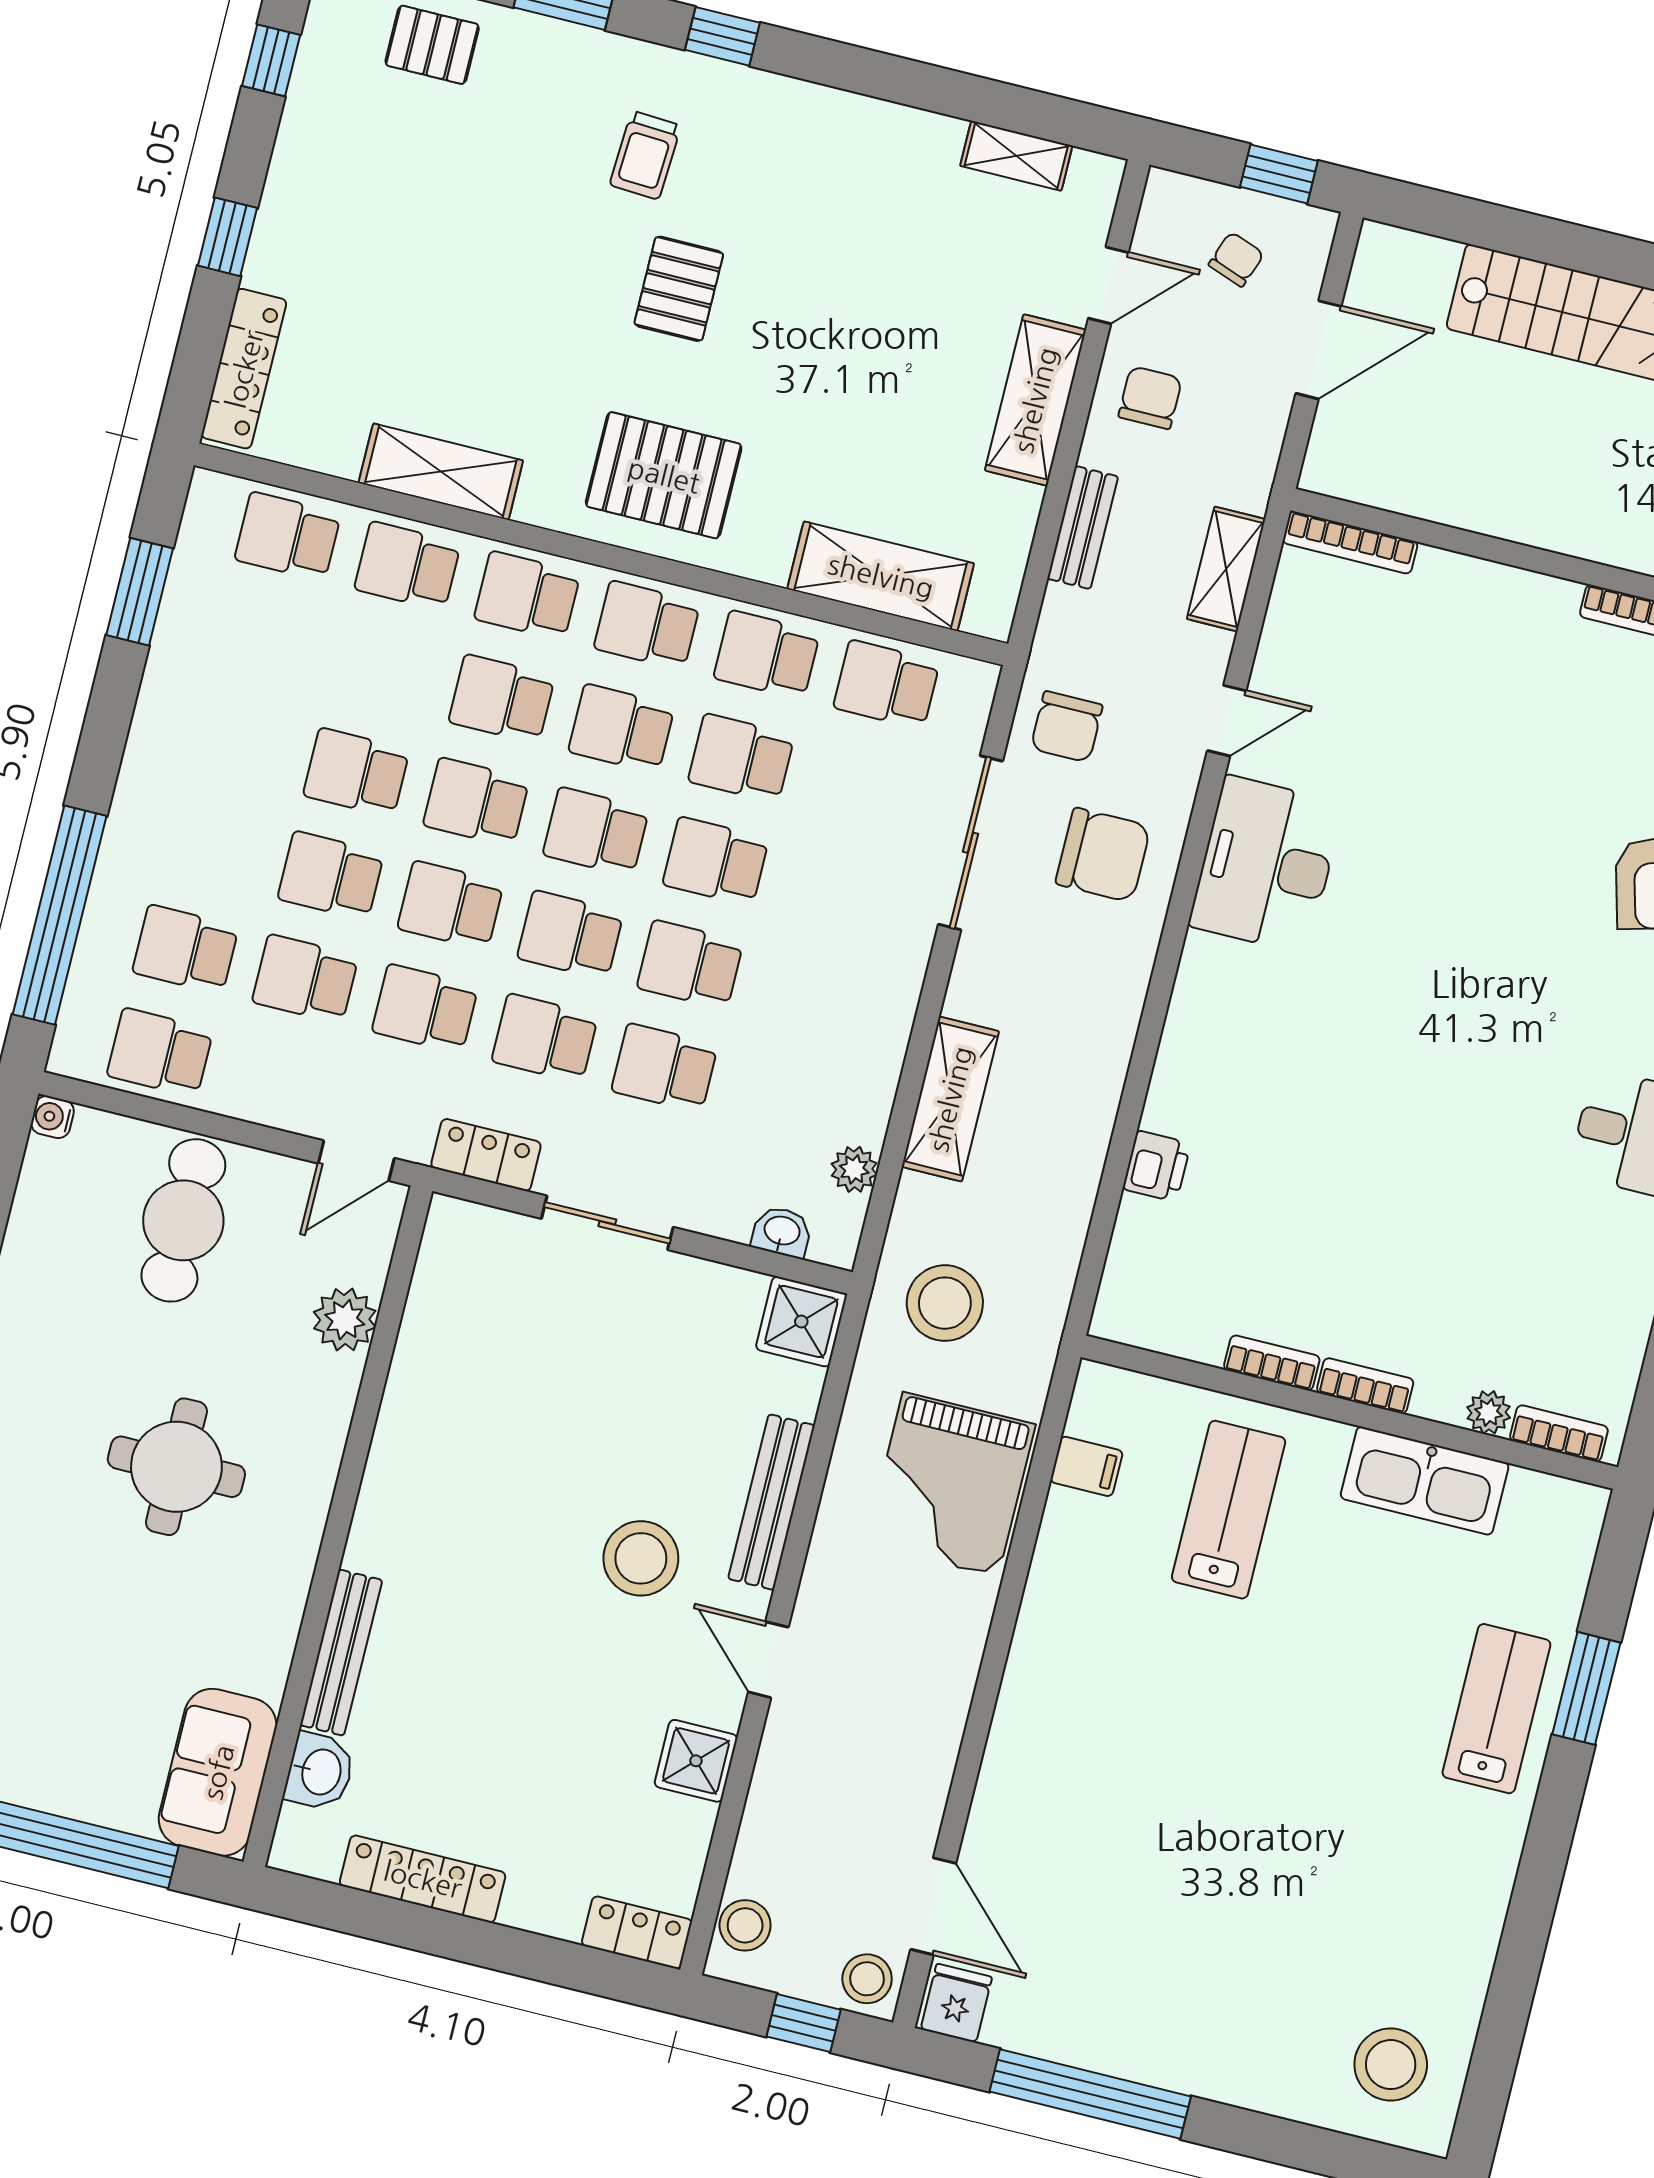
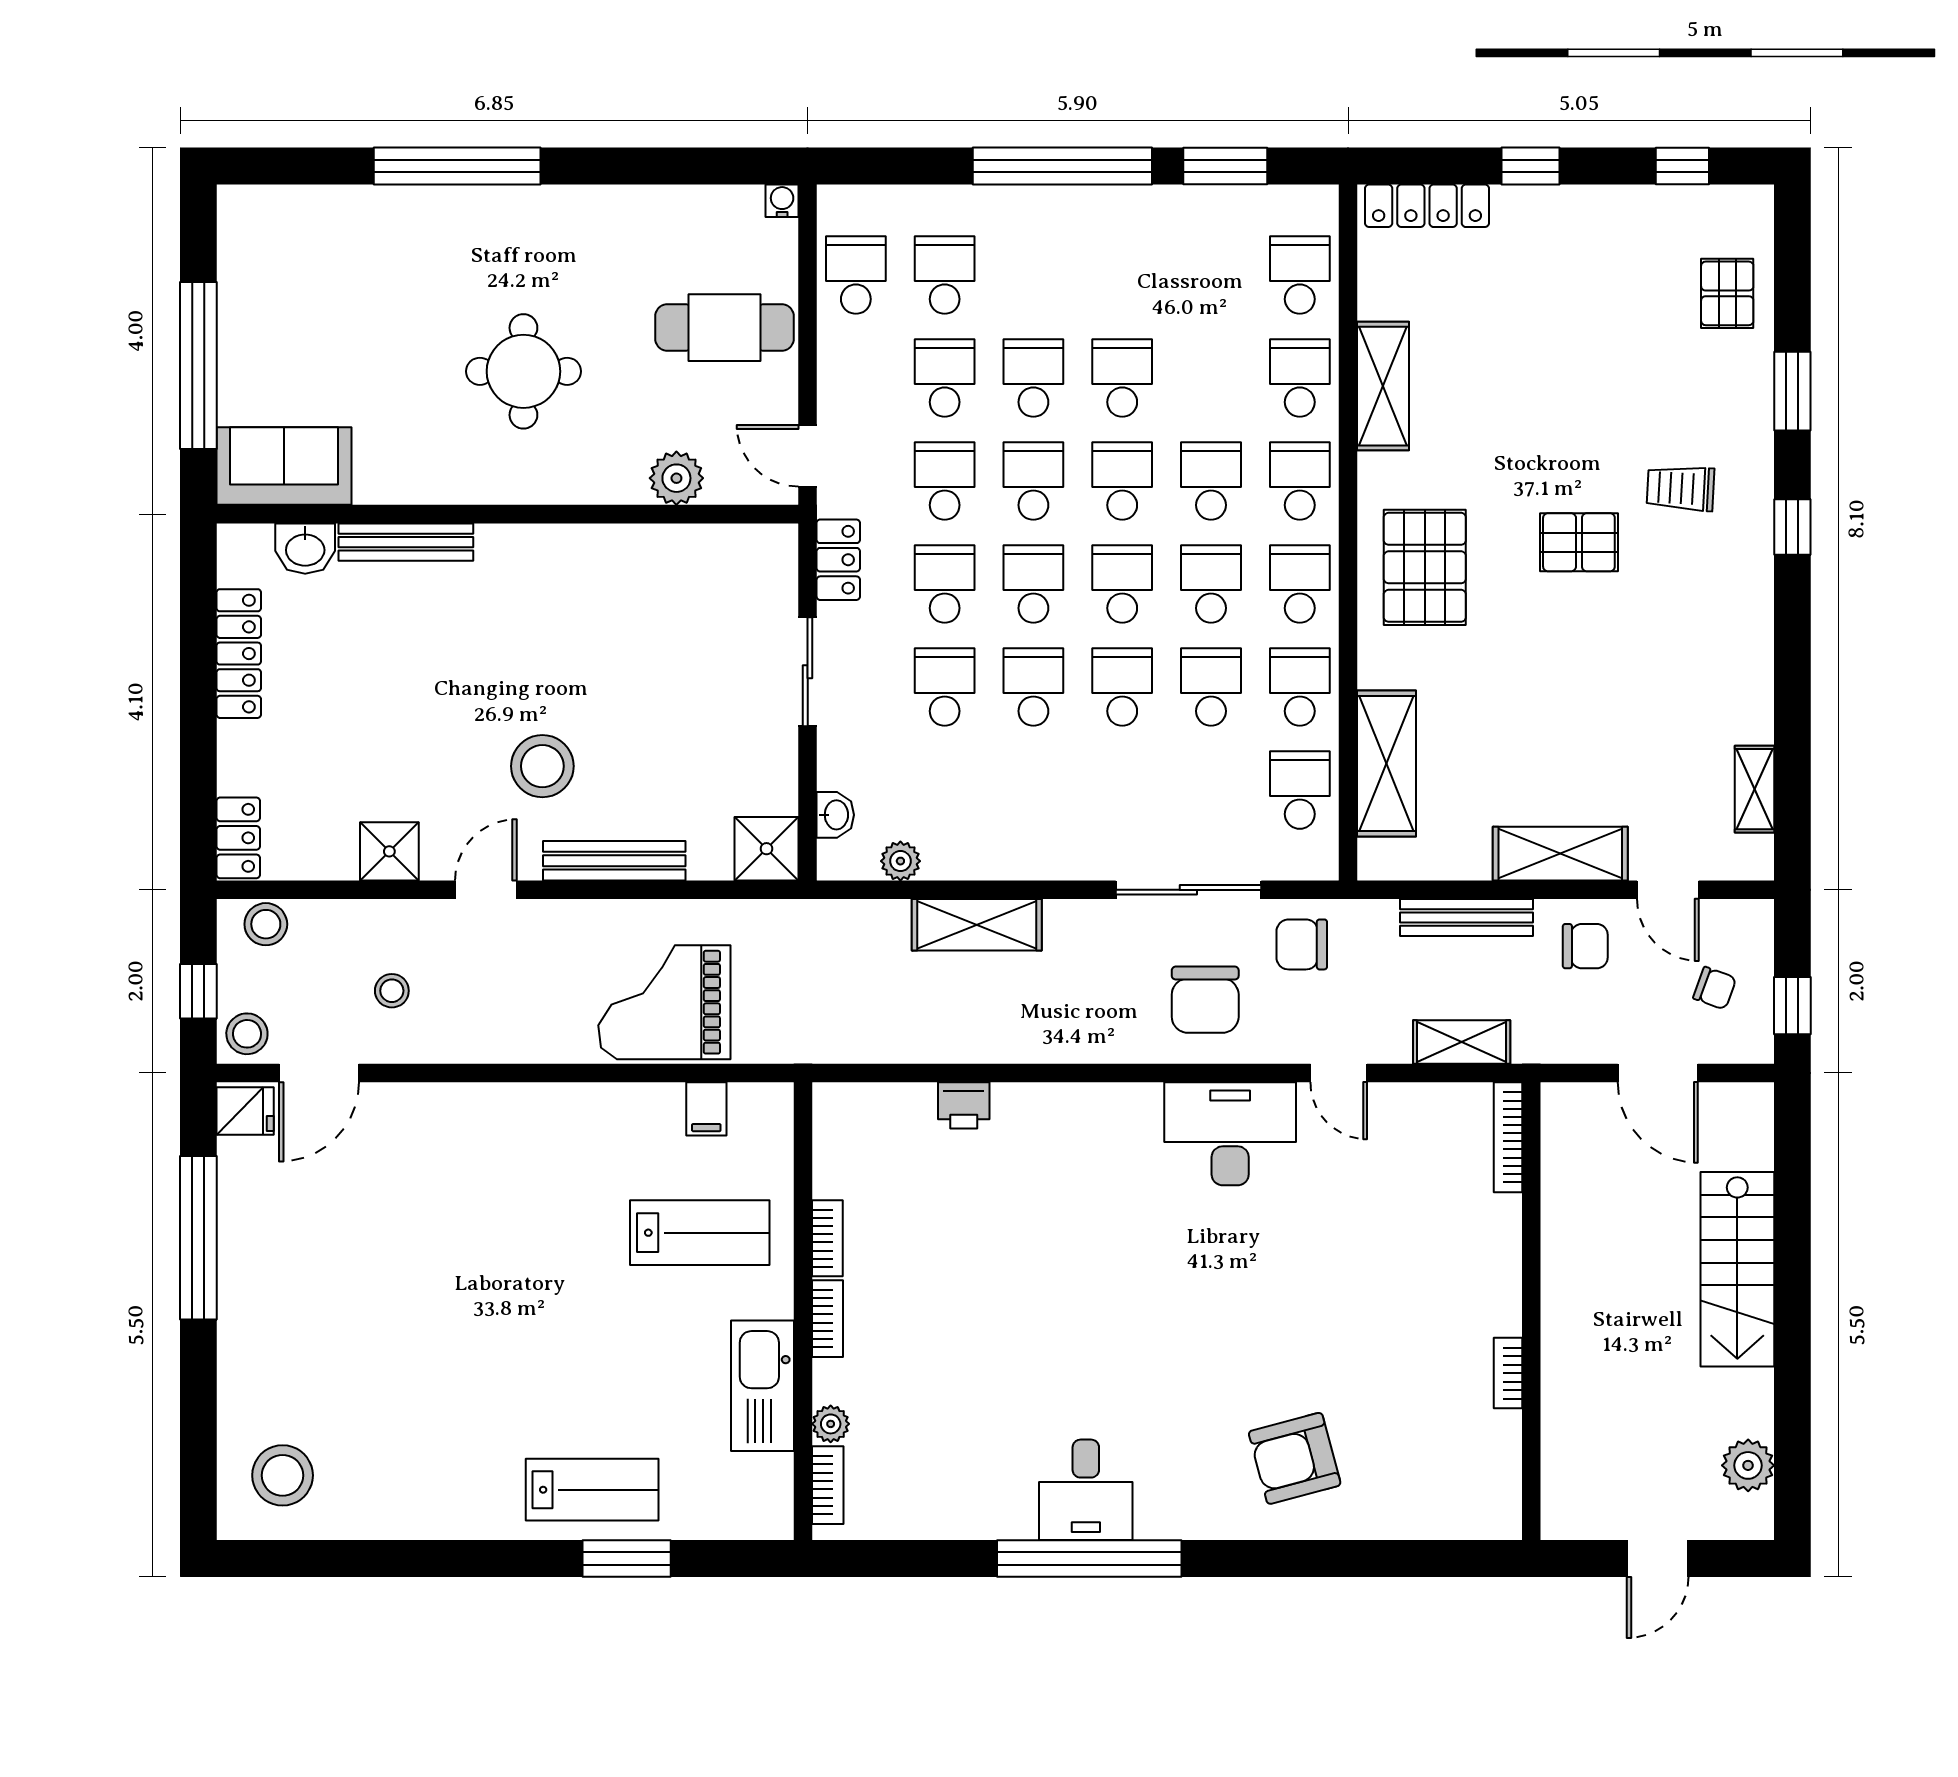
bench: (1083, 528) -> (1466, 918), width x1.36
window: (60, 915) -> (1062, 166), moved
stool: (945, 1303) -> (392, 991), moved, width x0.53, depth x0.53

